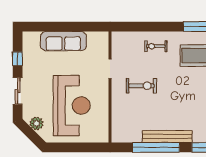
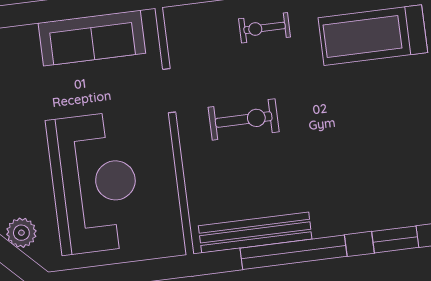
sofa: (63, 41) -> (92, 38), moved
bench: (167, 136) -> (255, 232), moved

